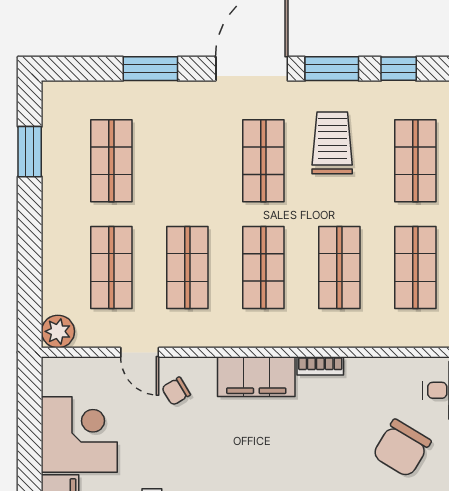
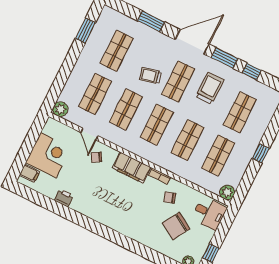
trolley: (203, 177) -> (150, 76), added
chair: (361, 399) -> (170, 198), added

